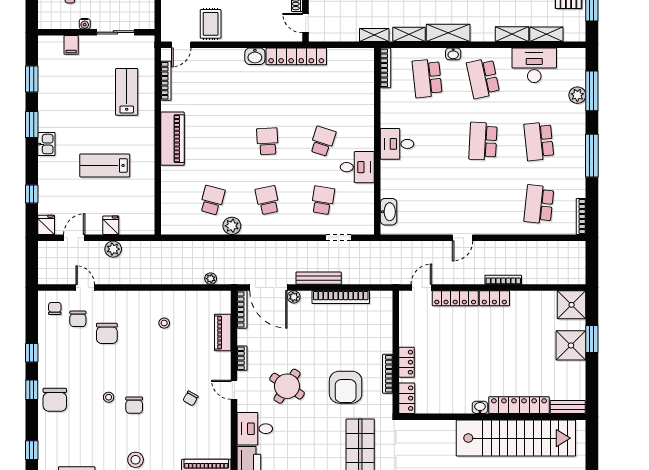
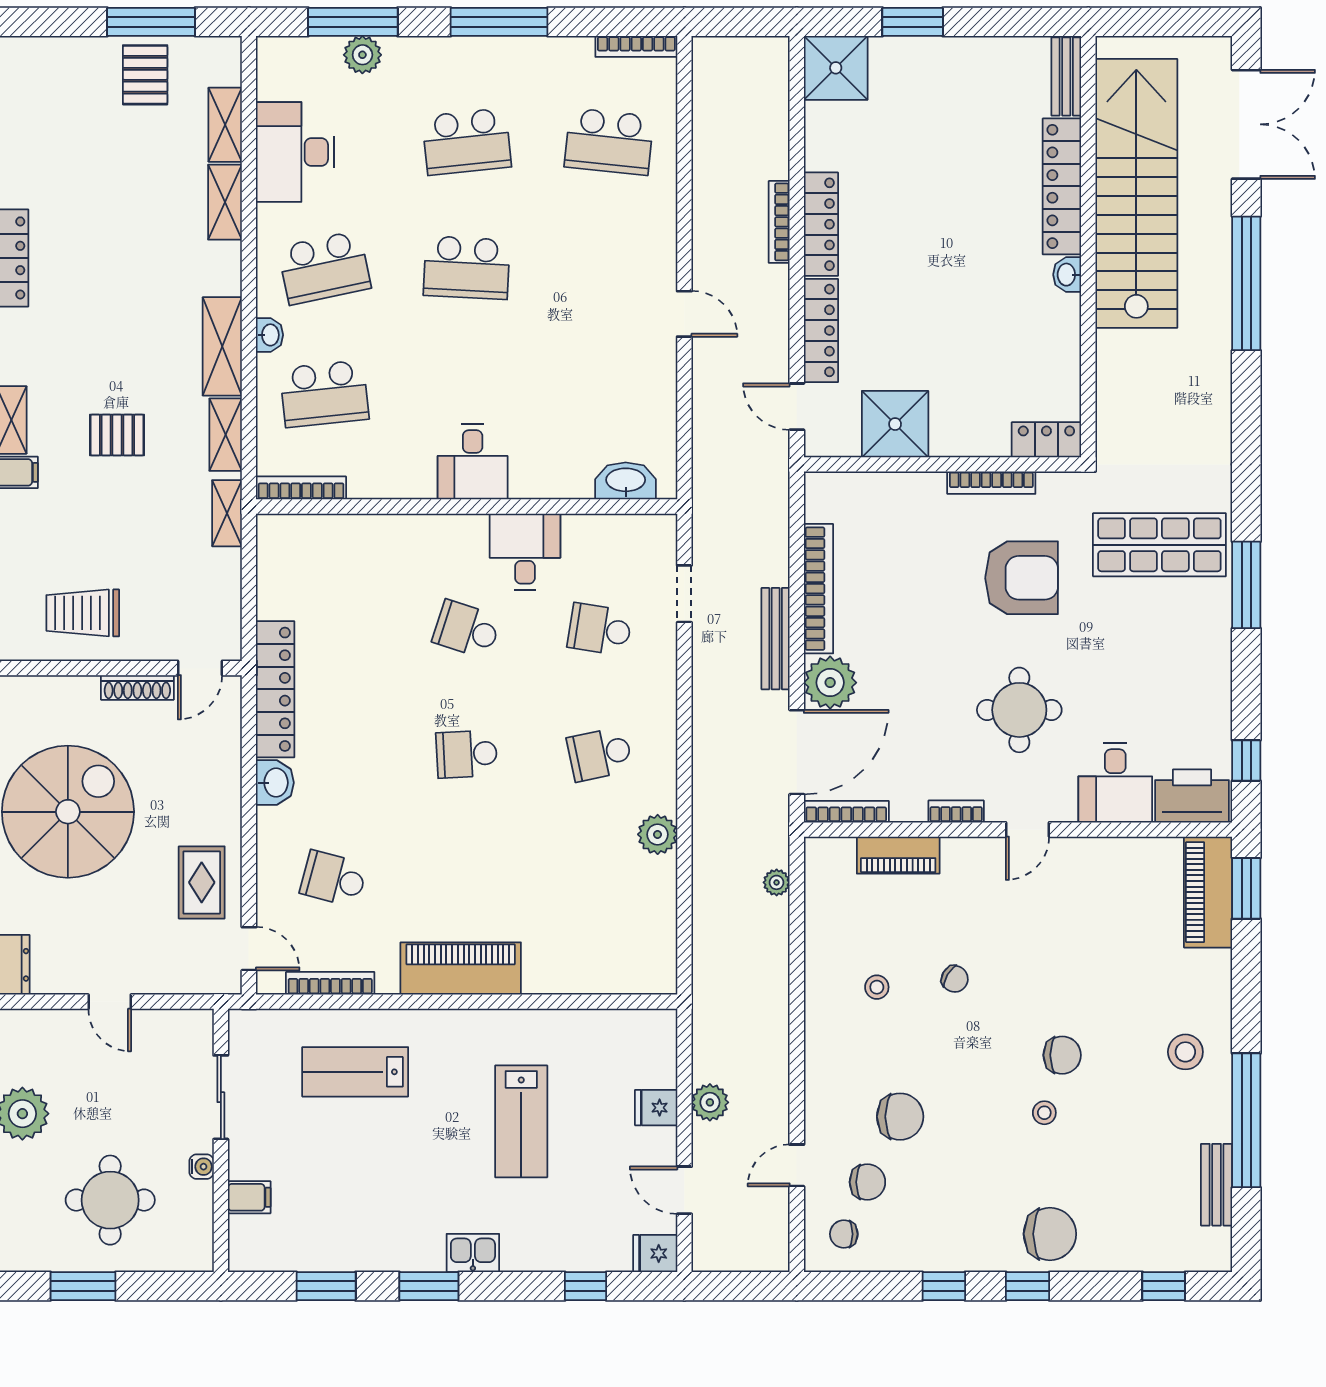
rug: (211, 24) -> (202, 882), turned 90
school desk: (212, 200) -> (334, 879), moved
plant: (294, 297) -> (830, 683), width x1.88, depth x1.88
locker: (494, 298) -> (821, 224), width x1.53
shower: (571, 345) -> (895, 424), moved
locker: (407, 362) -> (965, 440), removed
round table: (287, 386) -> (1019, 710), turned -33
chair: (191, 398) -> (955, 979), moved

